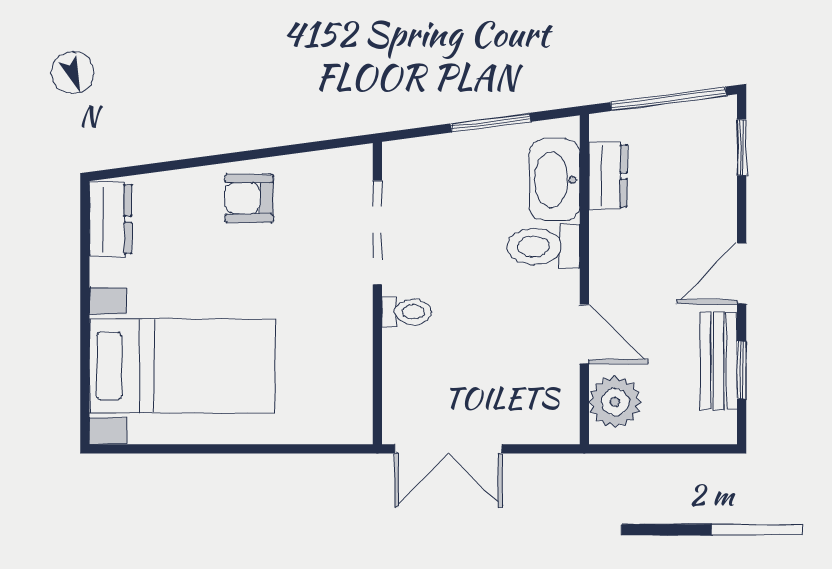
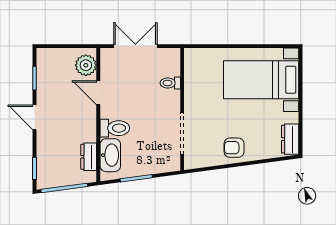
armchair: (249, 198) -> (234, 148), turned 180
door: (742, 273) -> (35, 117), swing flipped
toilet: (407, 312) -> (170, 83), moved
bench: (719, 361) -> (44, 82), removed
double door: (448, 449) -> (135, 46), moved

